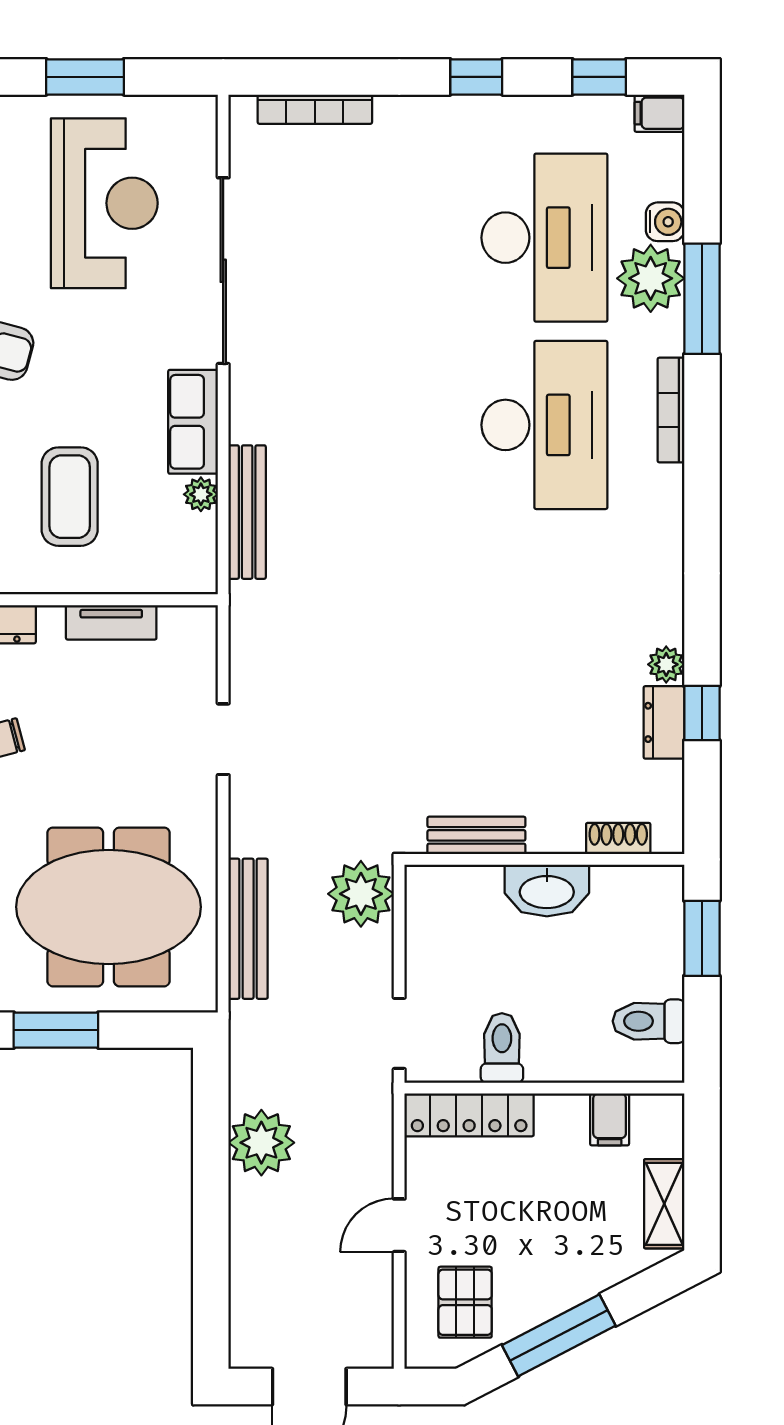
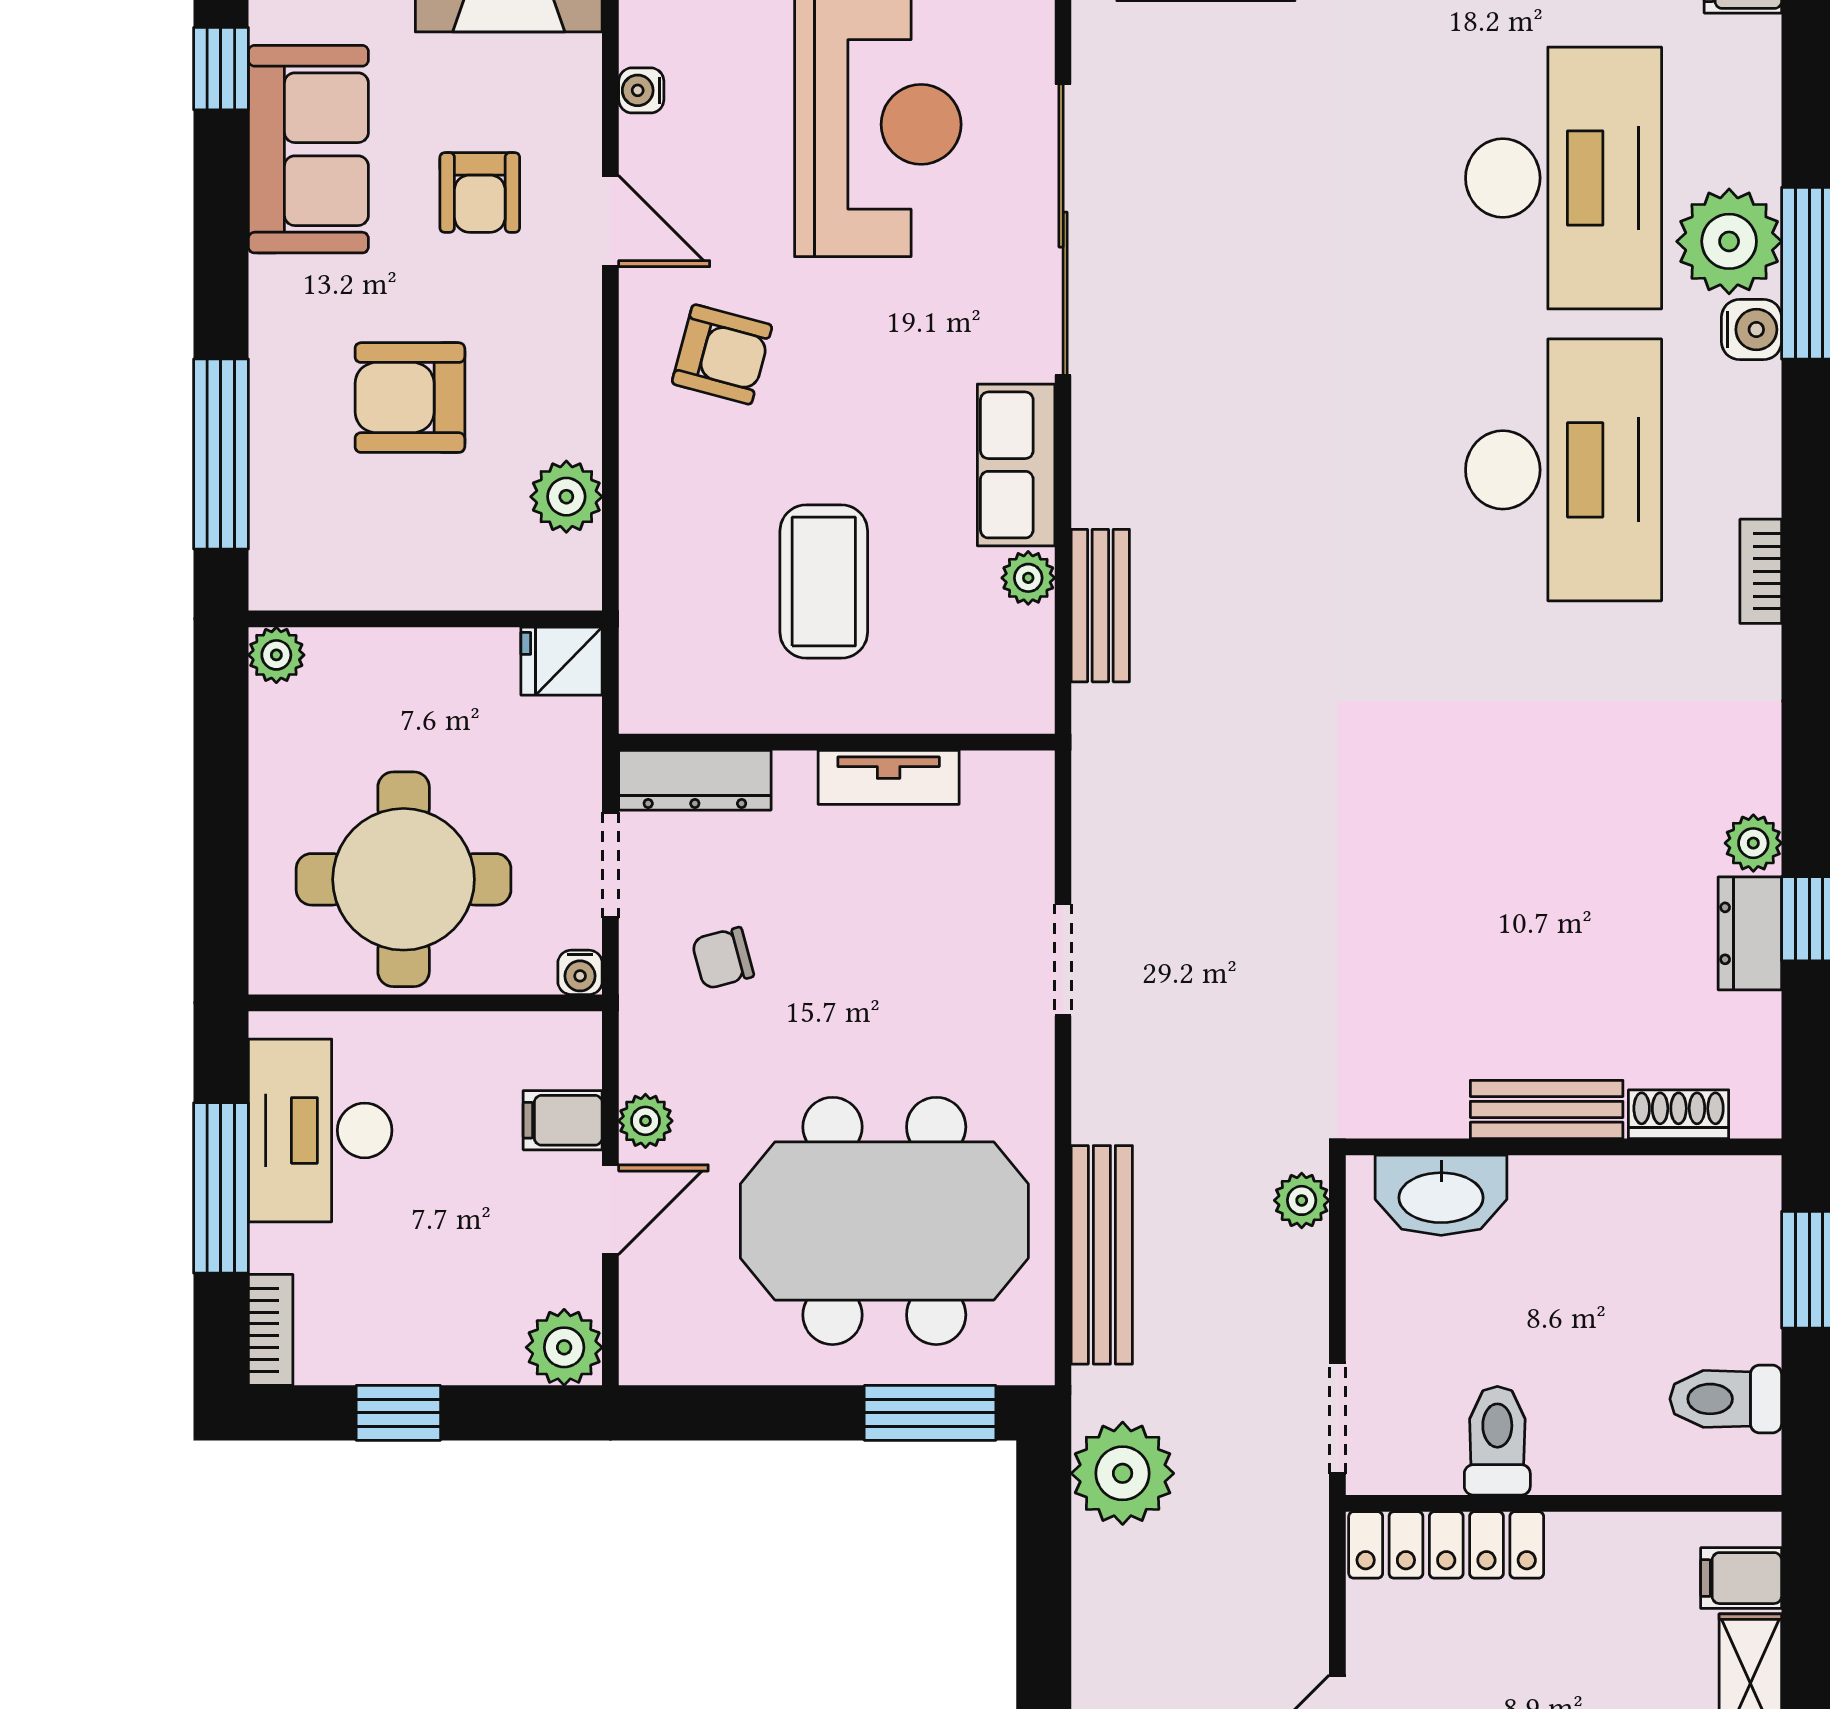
water cooler: (665, 222) -> (1752, 330), moved
bookcase: (671, 410) -> (1761, 571), moved, width x0.64
bench: (247, 512) -> (1100, 606), width x0.73
bench: (476, 835) -> (1547, 1109), moved
washbasin: (547, 890) -> (1441, 1195), moved
plant: (361, 894) -> (1302, 1200), width x0.53, depth x0.53
window: (56, 1030) -> (930, 1413), moved
filing cabinet: (610, 1119) -> (1741, 1578), moved, turned 90
plant: (261, 1143) -> (1123, 1473), moved

